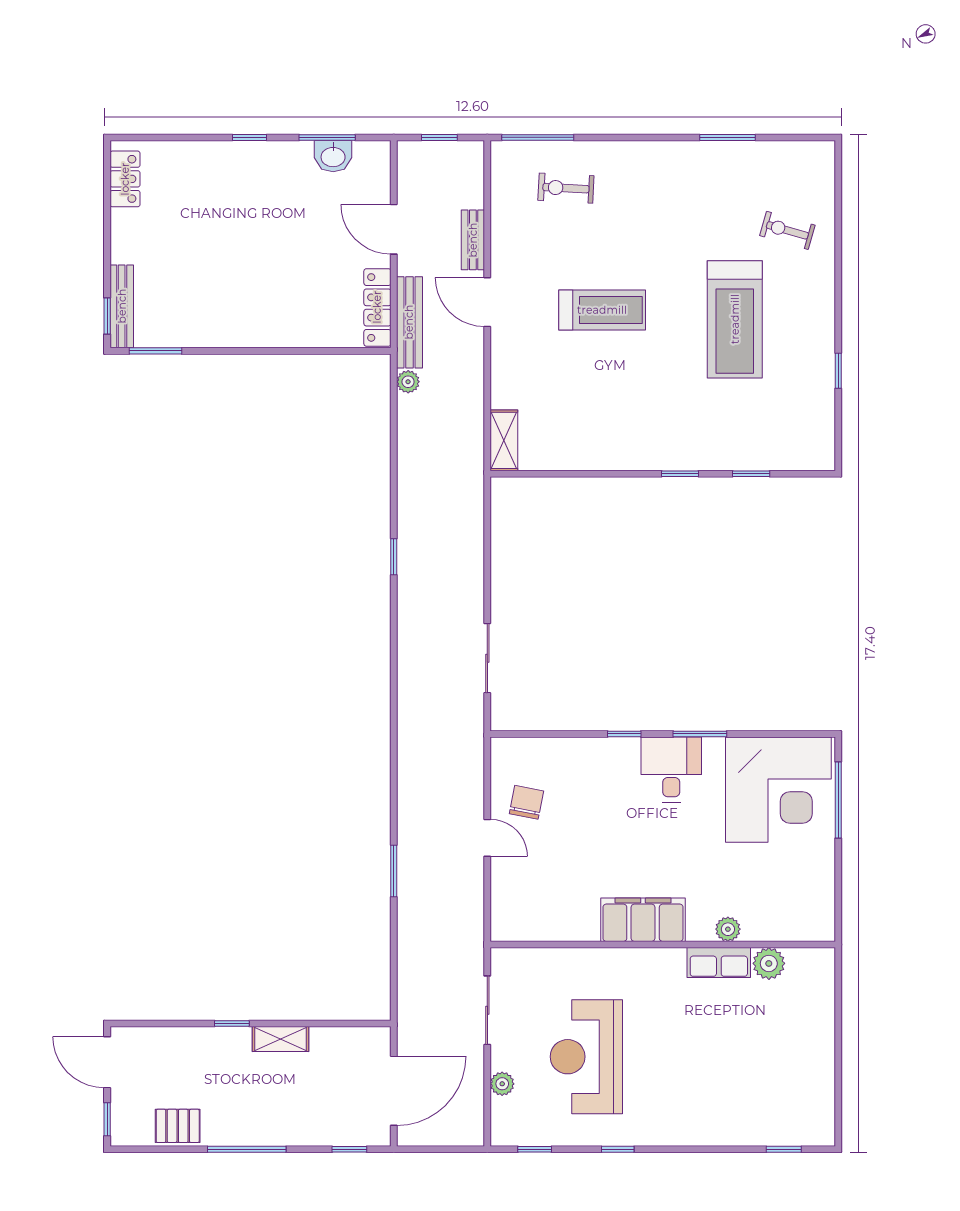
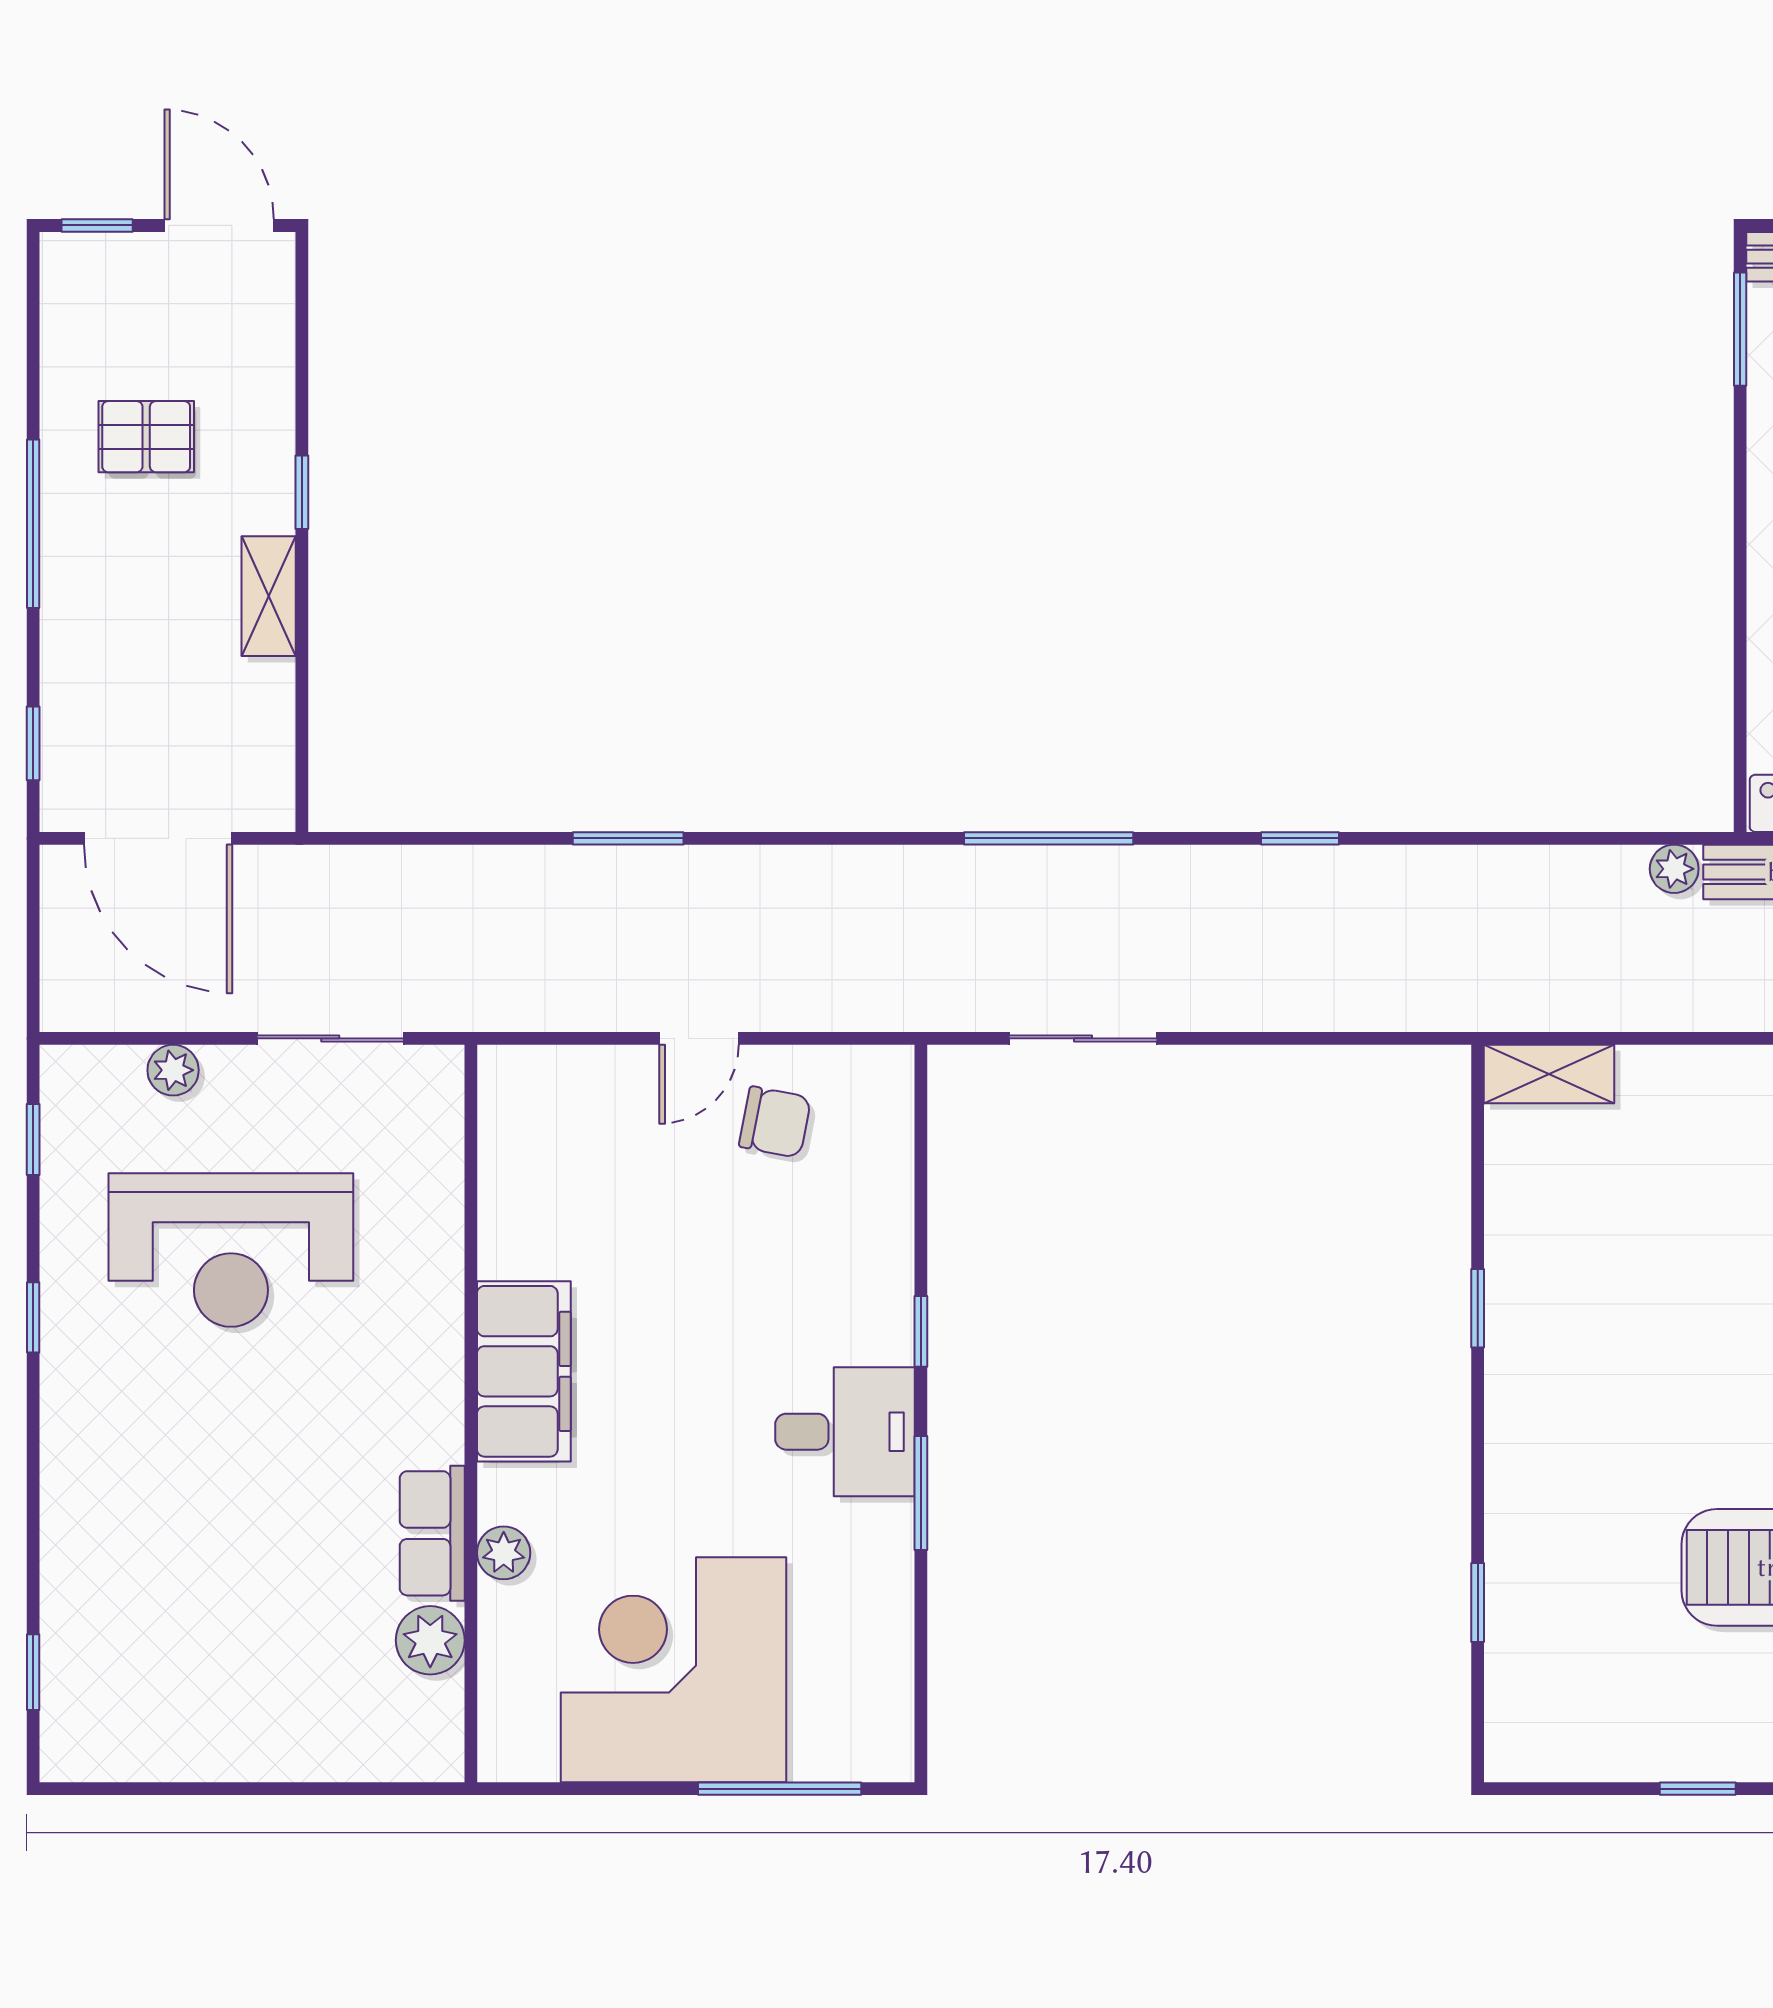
window: (680, 474) -> (1478, 1308), moved
window: (394, 674) -> (1049, 838), added
corner desk: (778, 790) -> (674, 1670), moved, turned 90
reception desk: (586, 1057) -> (231, 1250), turned 180
door: (107, 1062) -> (219, 225), hinge flipped
pallet: (178, 1126) -> (146, 437), moved, turned 90

